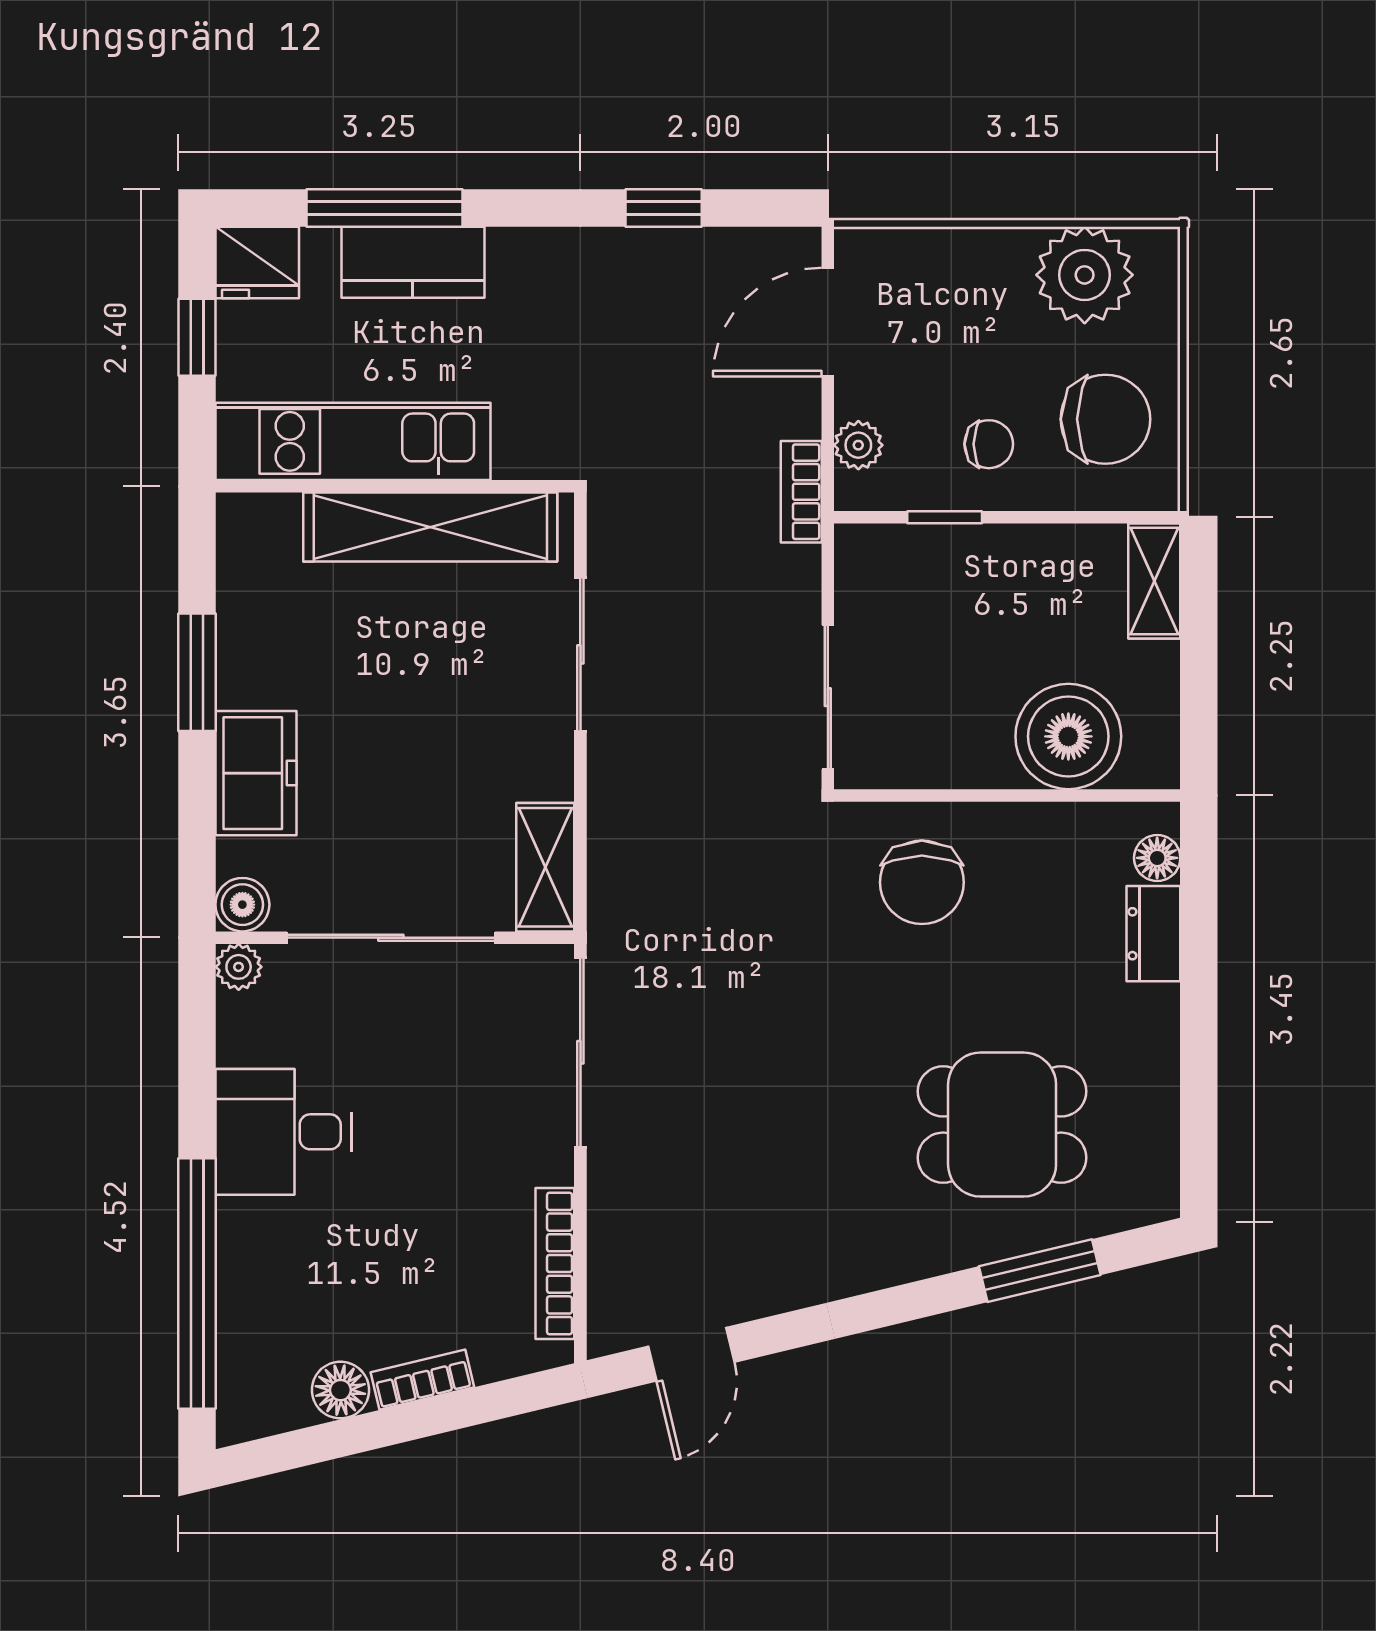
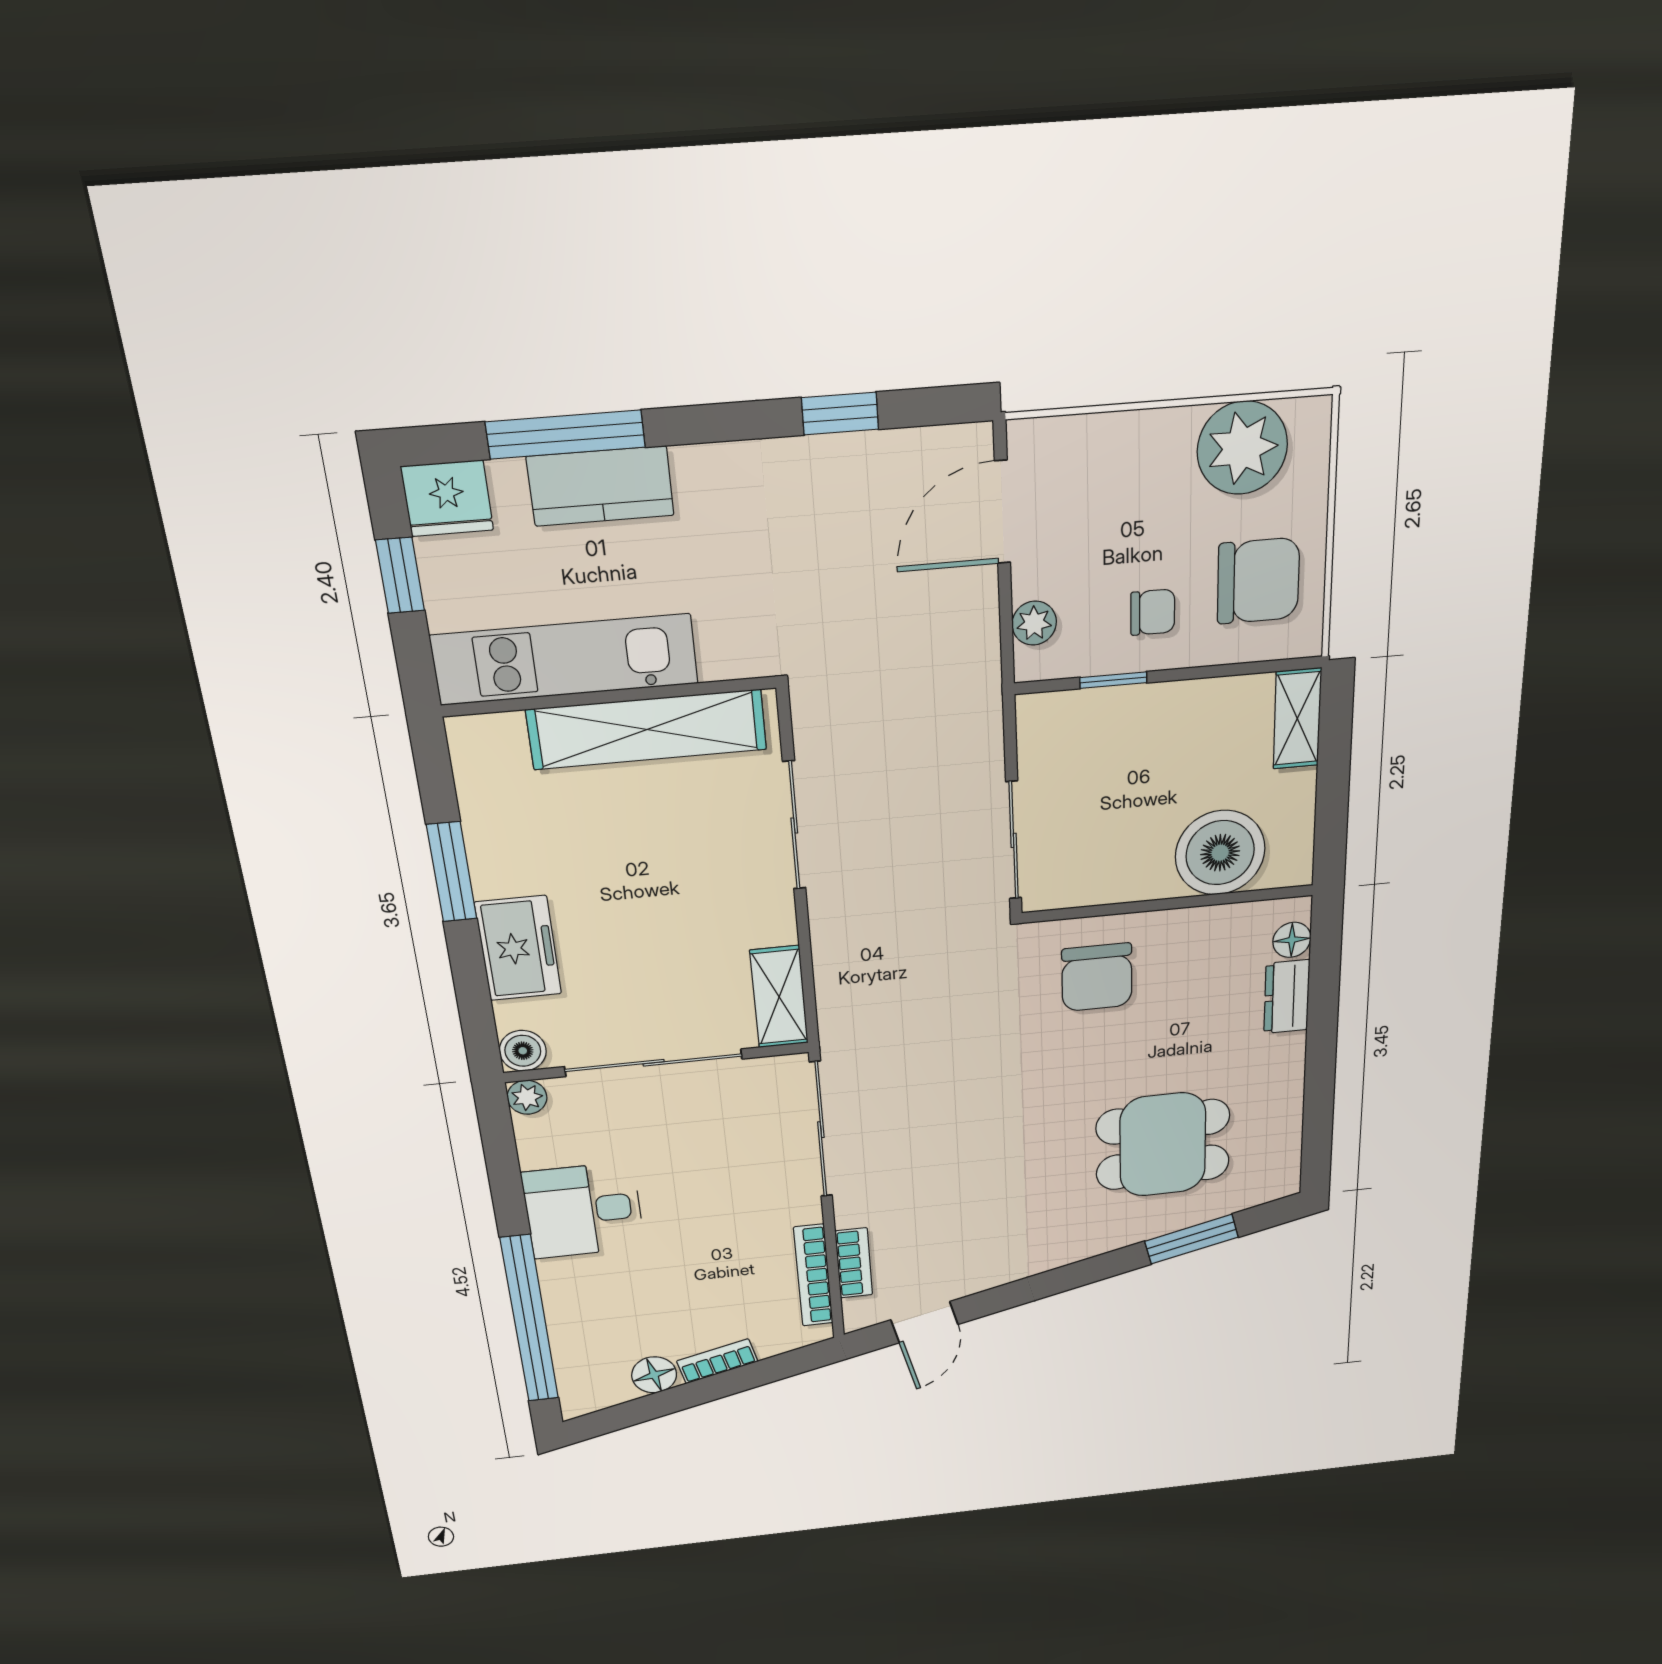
bookcase: (801, 492) -> (854, 1263), moved, turned 180

